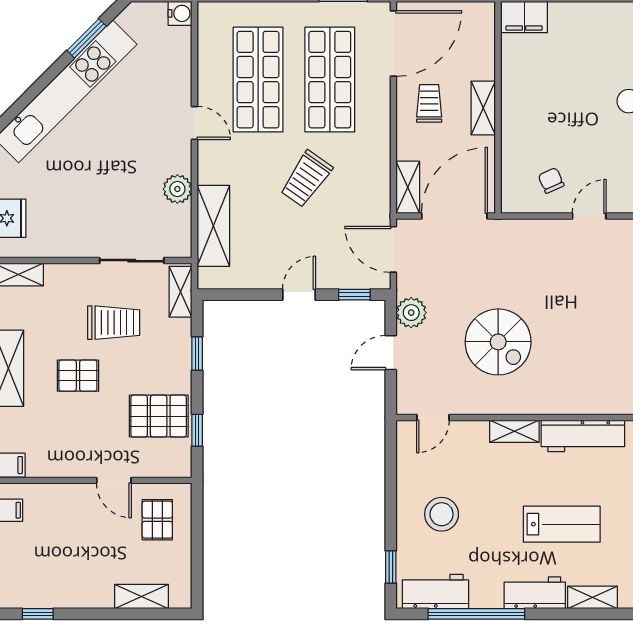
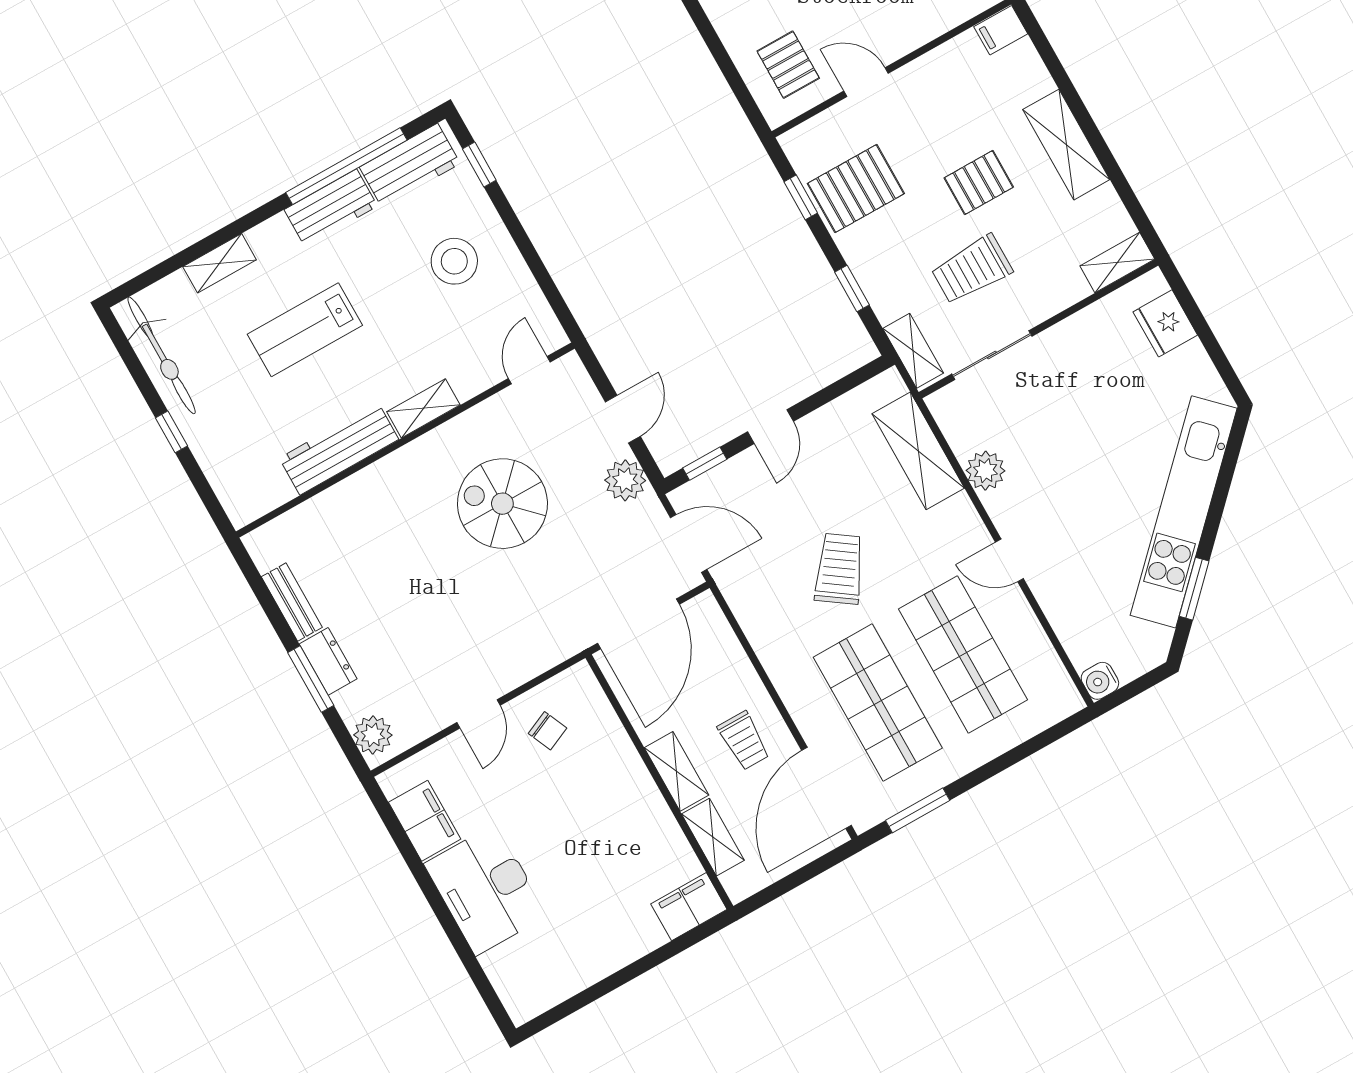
shelving: (408, 187) -> (713, 837), moved
workbench: (535, 593) -> (331, 208), moved

